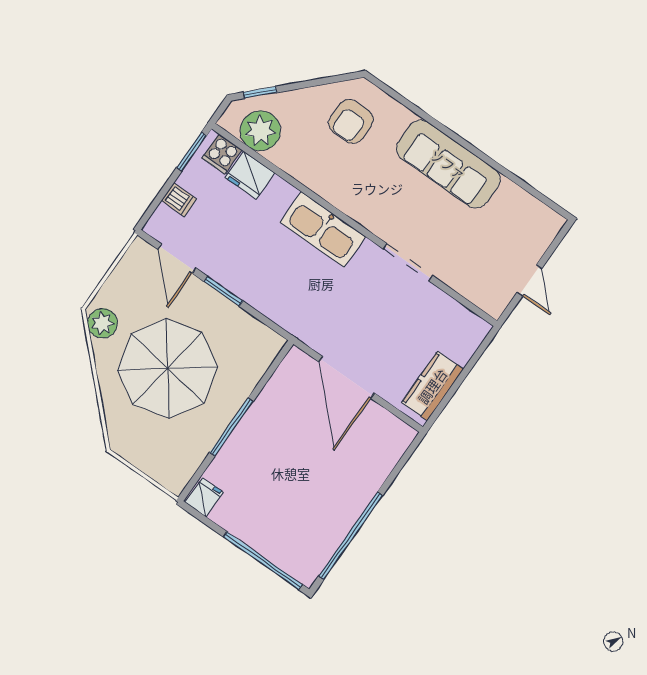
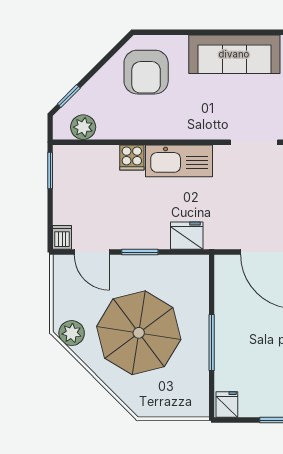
armchair: (351, 121) -> (146, 72), width x1.36, depth x1.36
plant: (260, 131) -> (83, 127), width x0.73, depth x0.73
cooker: (222, 154) -> (132, 157), moved
fridge: (250, 175) -> (187, 236), moved, turned 180
dishwasher: (179, 200) -> (62, 237), moved, turned -90

